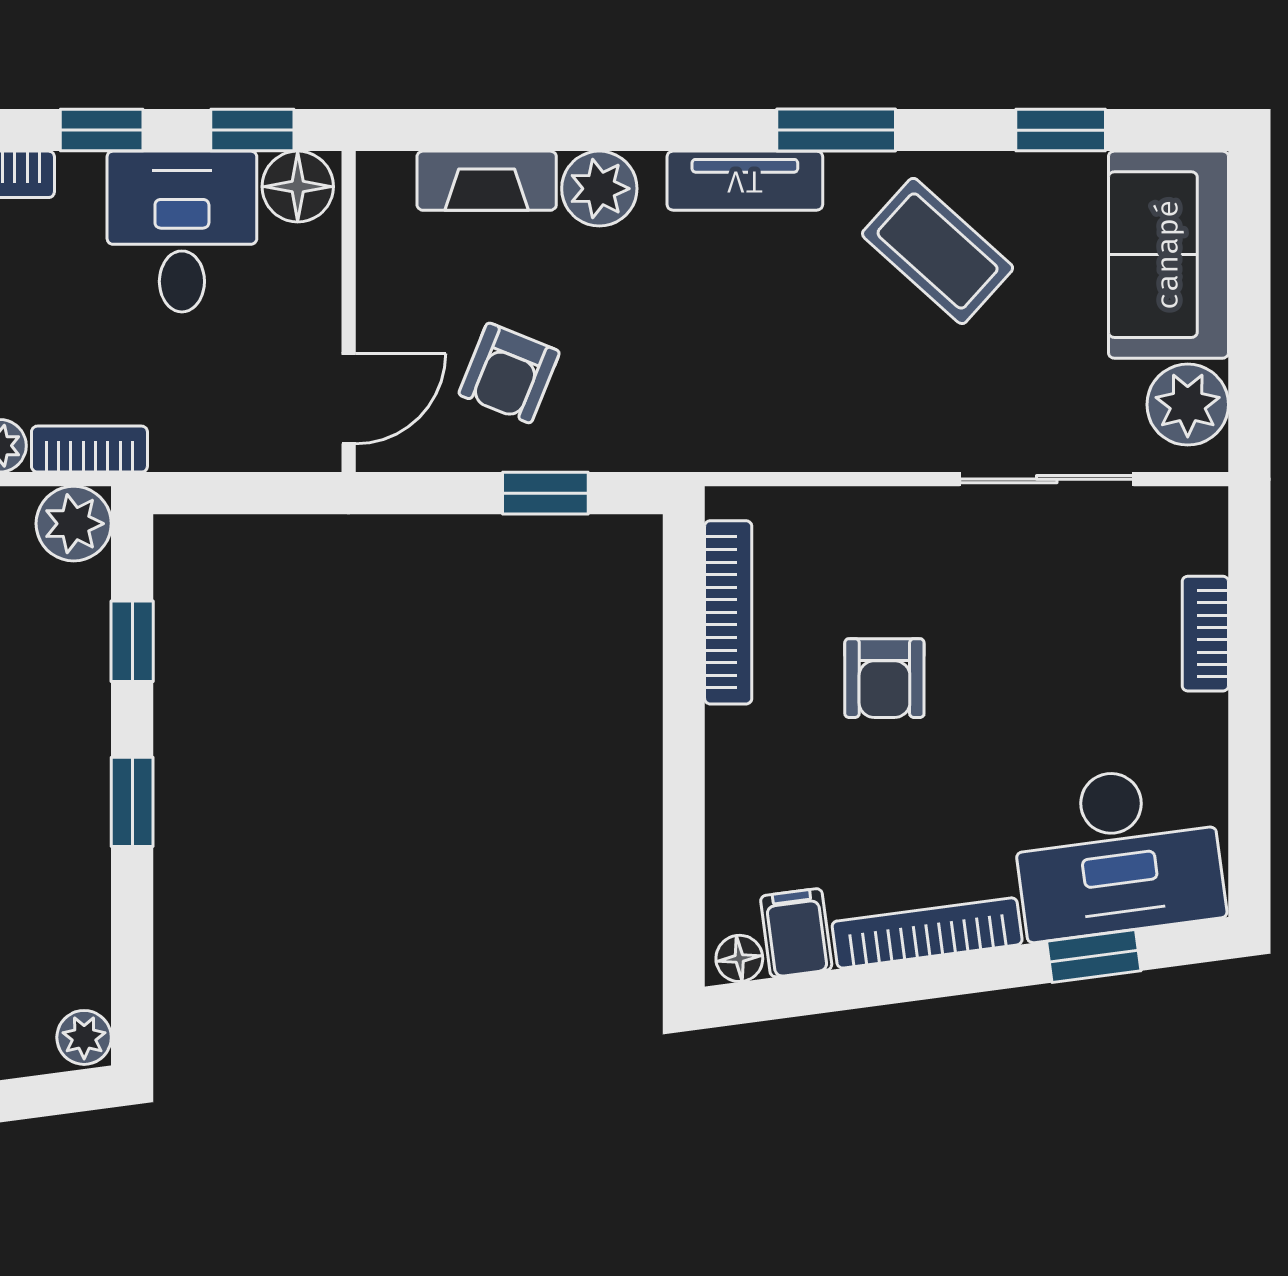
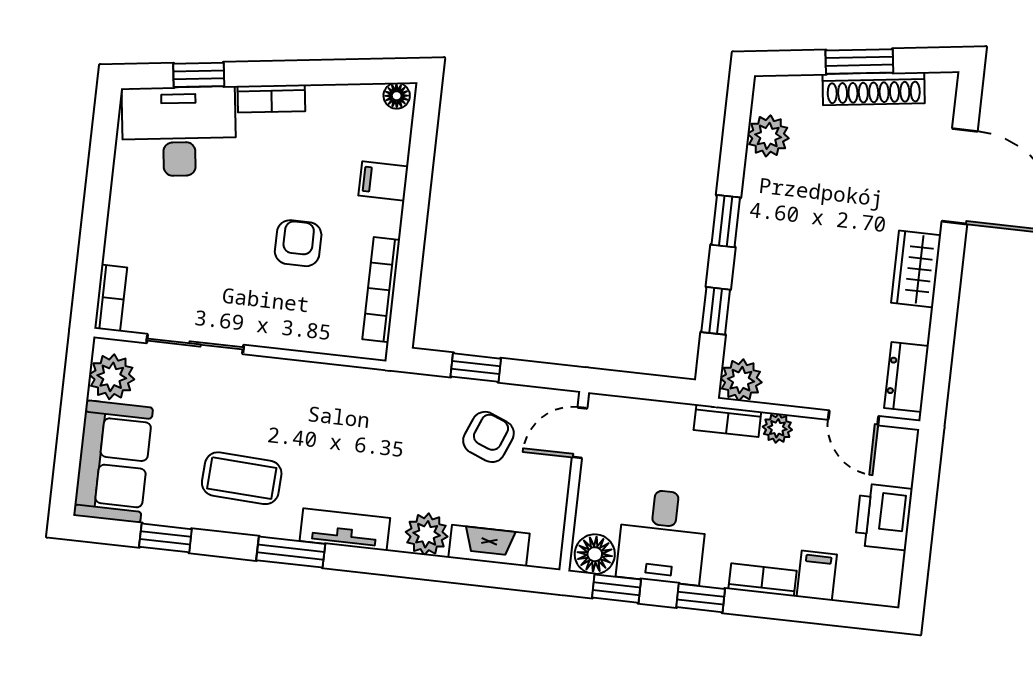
coffee table: (938, 251) -> (242, 478), turned -39
bookcase: (1205, 634) -> (111, 298), moved
filing cabinet: (796, 933) -> (383, 181), moved, turned 98
bookcase: (927, 933) -> (271, 99), width x0.64
plant: (84, 1037) -> (768, 136), moved, width x1.38, depth x1.38

